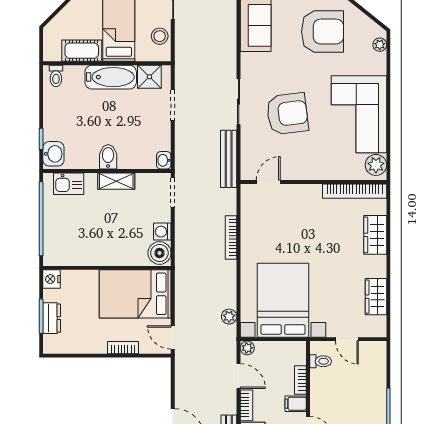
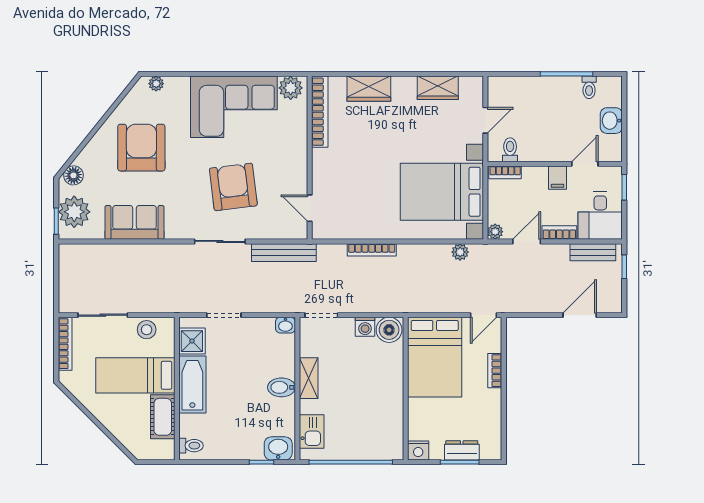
bookcase: (300, 380) -> (505, 172), moved

